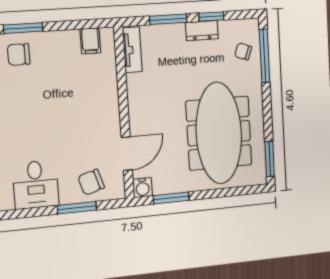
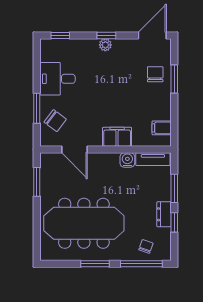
filing cabinet: (106, 99) -> (117, 137), added
window: (270, 159) -> (95, 264), moved
chair: (91, 182) -> (55, 121), turned 144
water cooler: (143, 188) -> (127, 160), moved, turned 90

